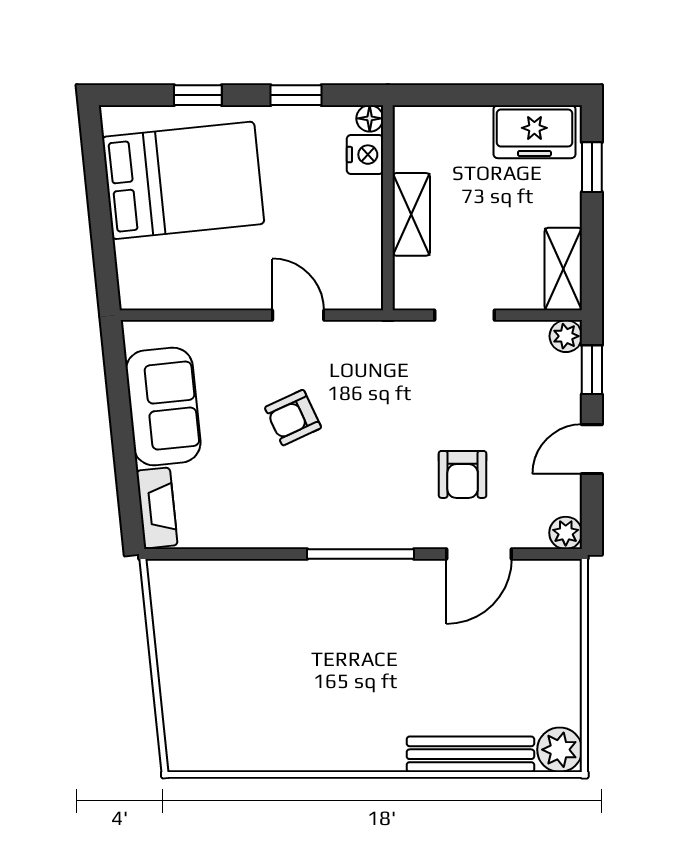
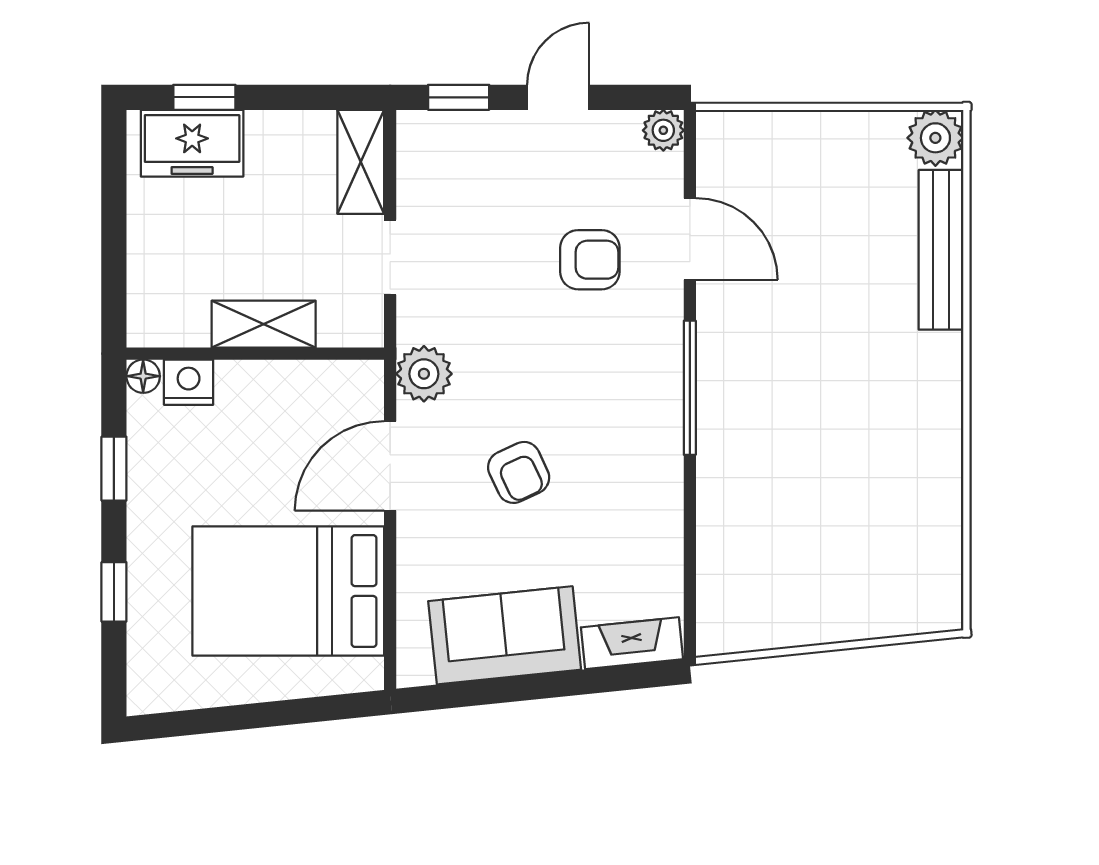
freezer: (534, 132) -> (192, 143), moved, turned 90
bed: (183, 180) -> (288, 591), moved, turned -84
shelving: (563, 269) -> (361, 162), moved, turned 90
door: (298, 315) -> (390, 466), width x1.38
plant: (566, 336) -> (424, 374), moved, width x1.38, depth x1.38
door: (592, 449) -> (558, 97), swing flipped

